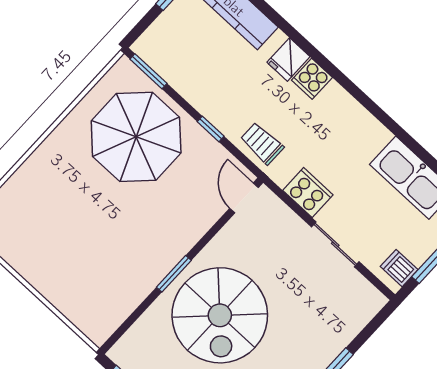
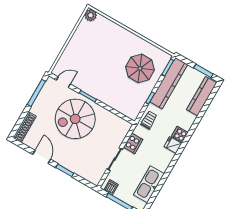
fridge: (289, 59) -> (173, 145), moved
kitchen counter: (186, 77) -> (169, 83), added
parasol: (136, 137) -> (140, 68), width x0.73, depth x0.73
door: (244, 198) -> (63, 82), moved

